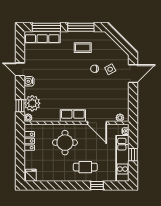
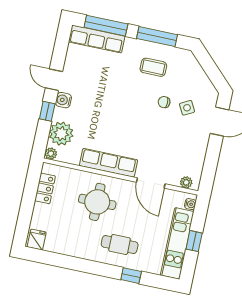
window: (20, 106) -> (47, 111), moved
row of seats: (73, 116) -> (108, 163), width x1.48

